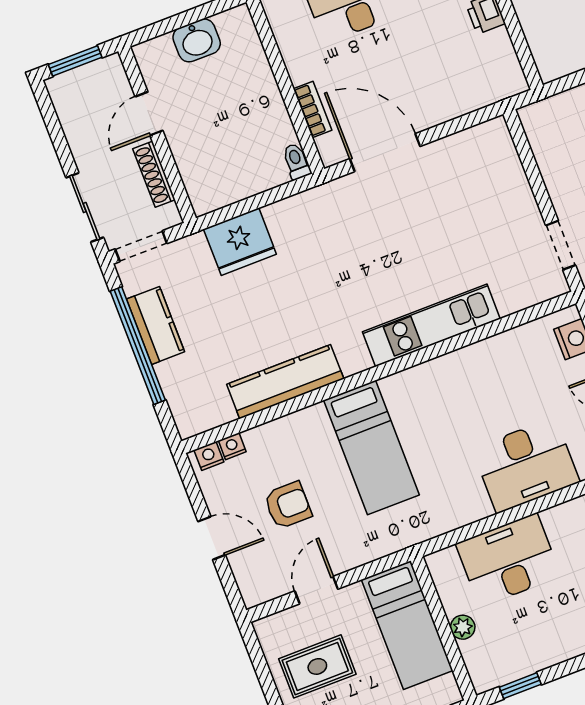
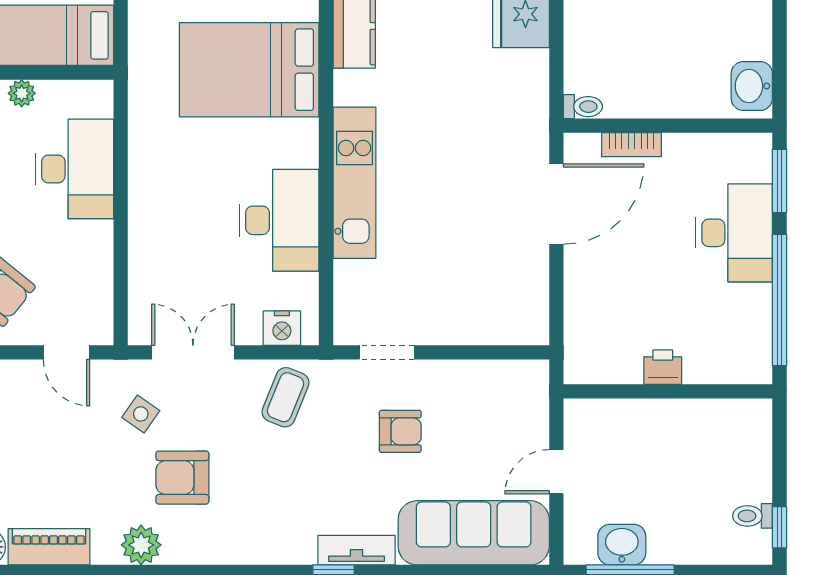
washbasin: (197, 40) -> (752, 86), moved
bed: (371, 448) -> (249, 70), width x1.50
desk: (526, 465) -> (279, 220), moved, turned 180

